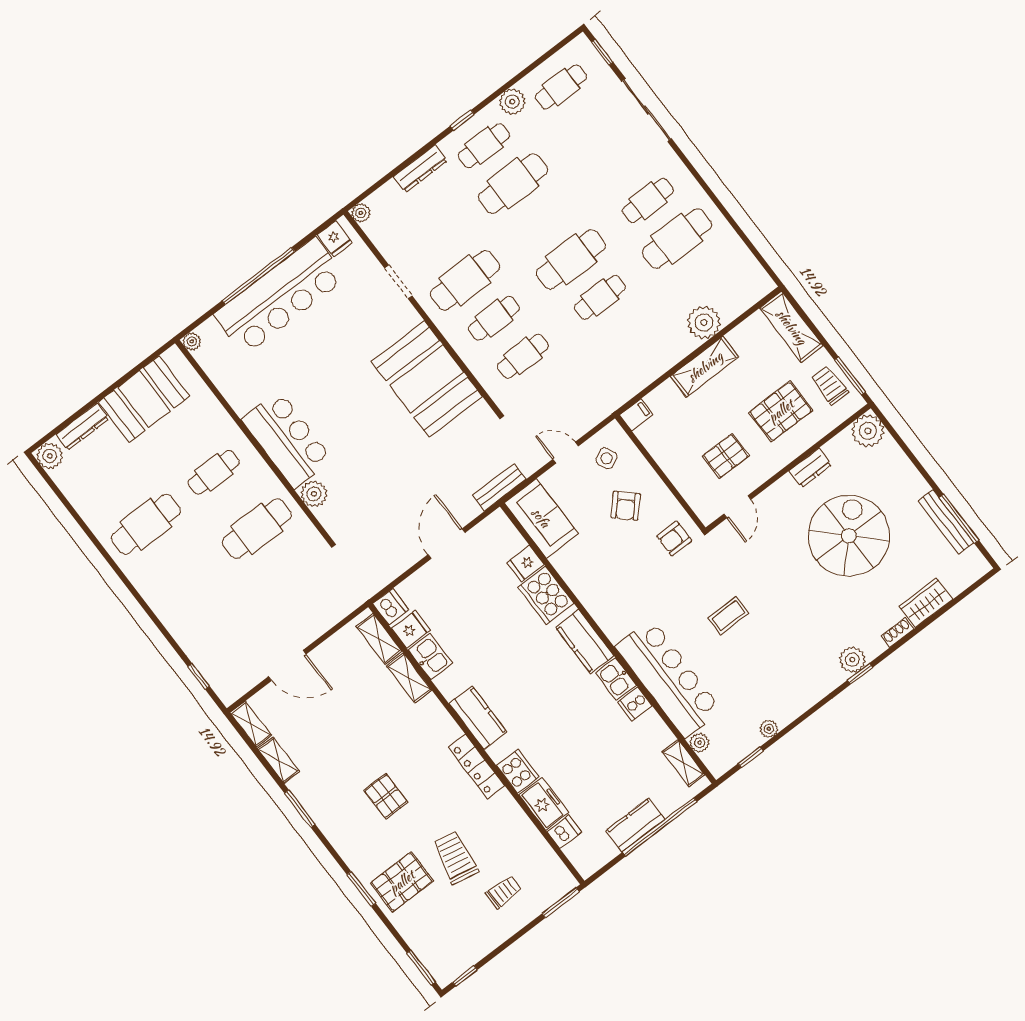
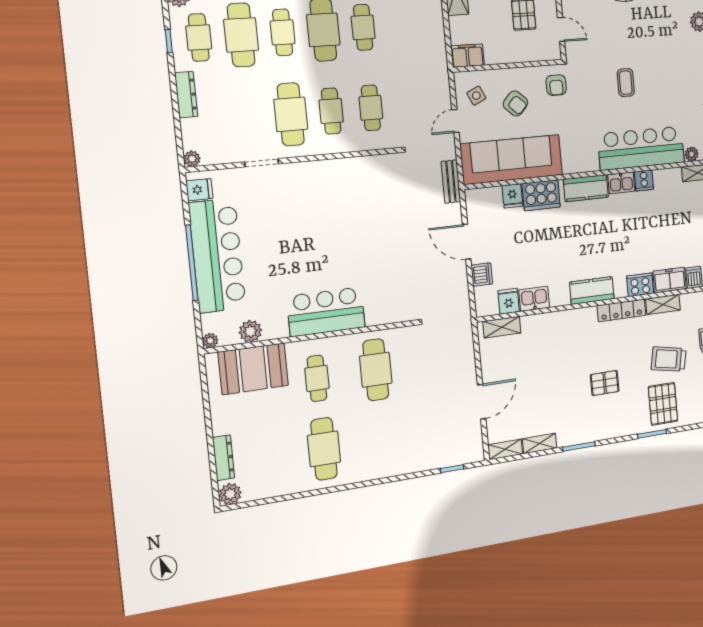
cafe table: (542, 221) -> (283, 32), added
booth: (427, 379) -> (345, 186), removed
booth: (144, 399) -> (253, 369), moved, turned 90
filing cabinet: (636, 415) -> (468, 56), width x2.00
plant: (314, 494) -> (250, 331), moved
sofa: (541, 518) -> (512, 159), width x1.85, depth x1.27
dishwasher: (391, 607) -> (482, 275), moved, turned 90
shelving: (409, 678) -> (663, 304), moved

